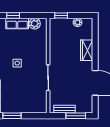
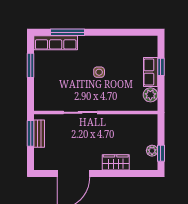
window: (61, 16) -> (161, 153), moved
window: (76, 116) -> (31, 133), moved

